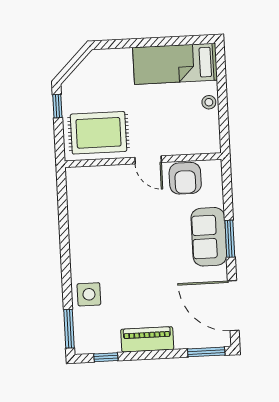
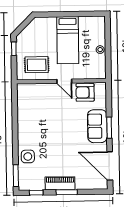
bed: (175, 64) -> (68, 40), moved, turned -90
rug: (98, 133) -> (37, 65), width x0.73, depth x0.70
armchair: (185, 178) -> (85, 92), turned 90
window: (206, 352) -> (67, 192), moved

